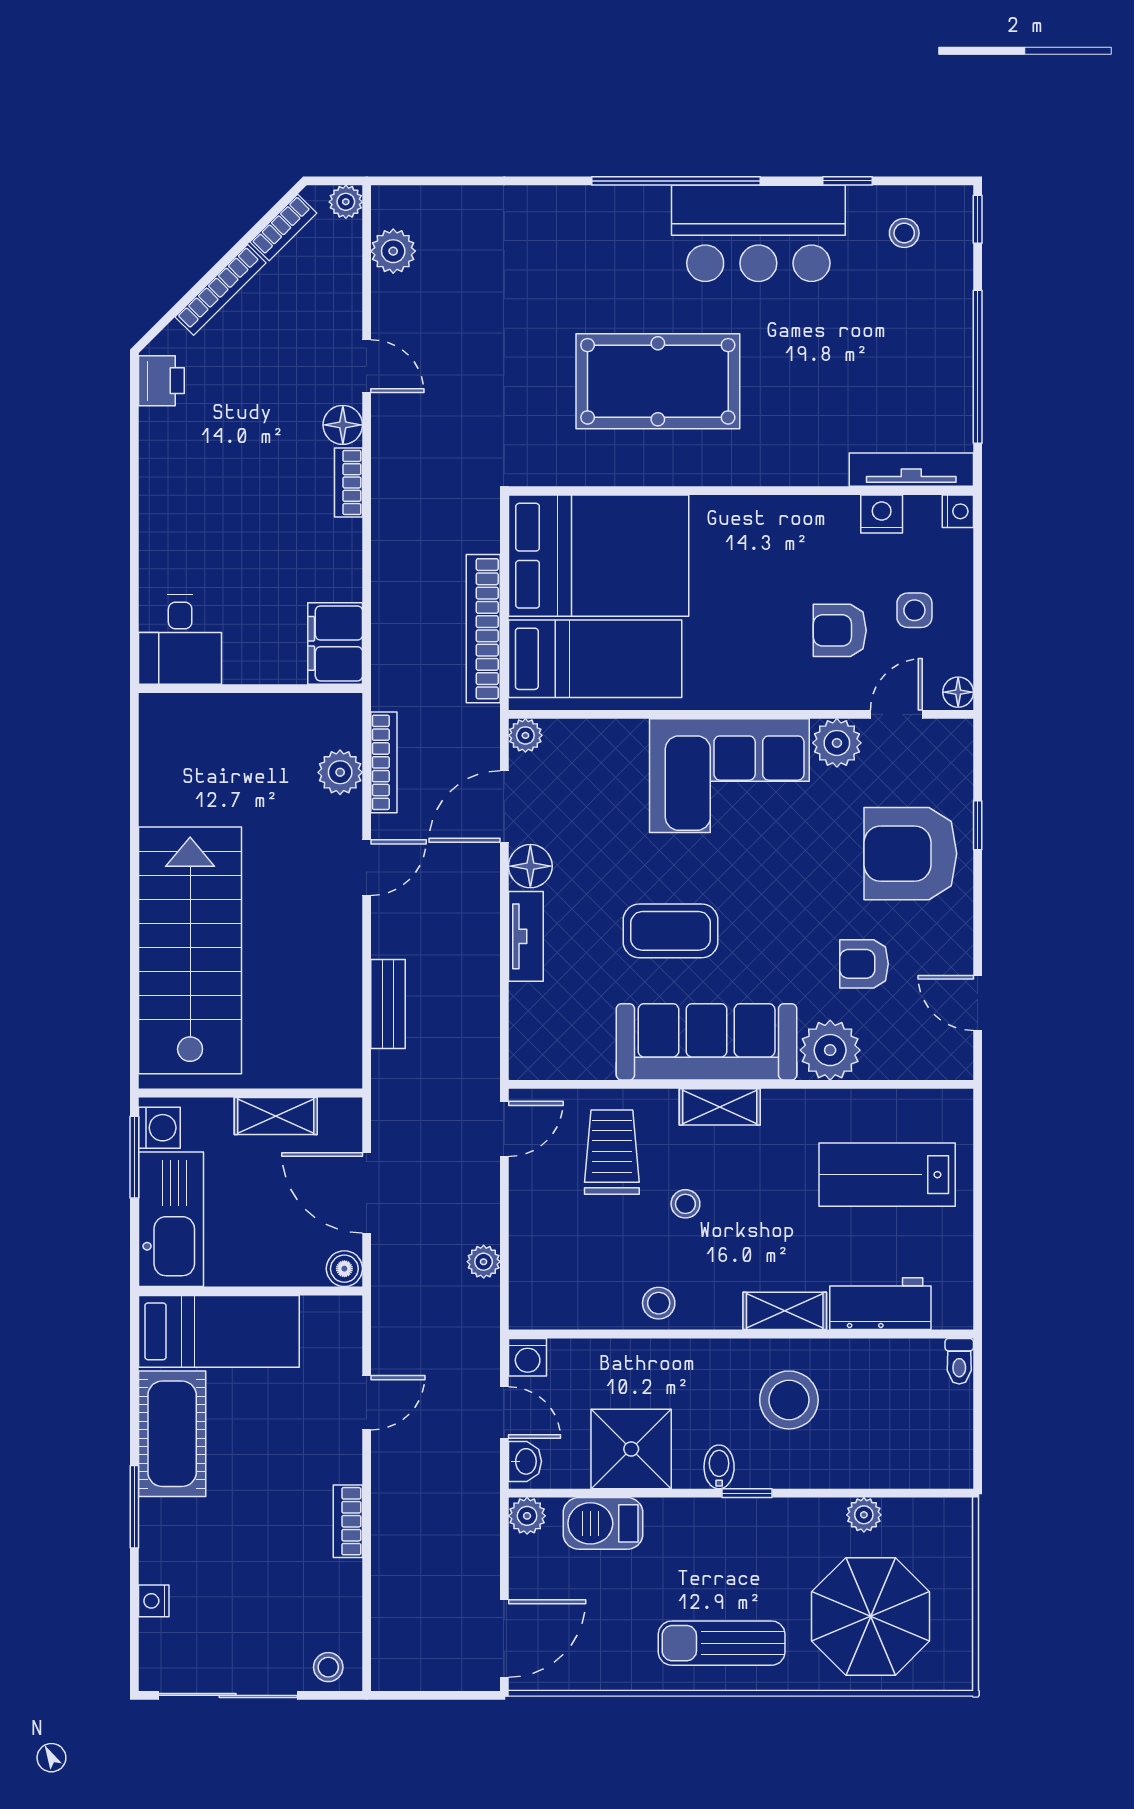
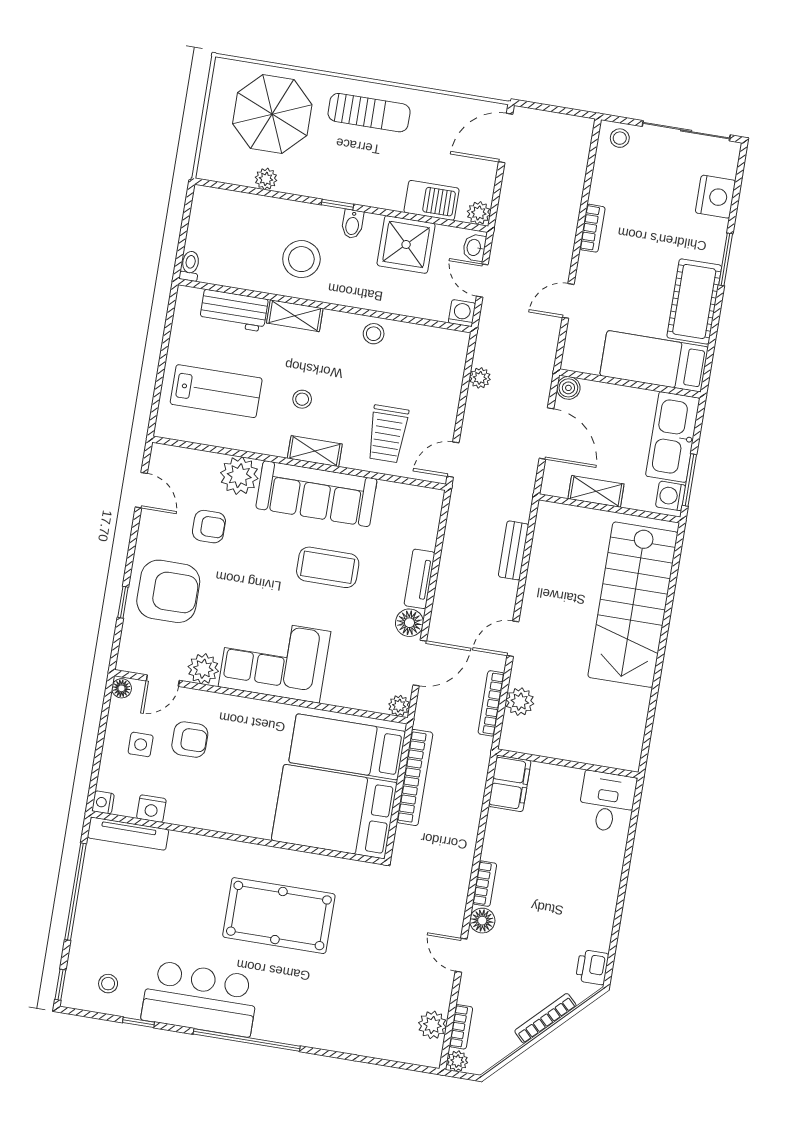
bookcase: (283, 228) -> (461, 1027), moved, turned 135
stool: (685, 1204) -> (302, 399), moved
nightstand: (154, 1601) -> (715, 197), width x1.89, depth x1.79

